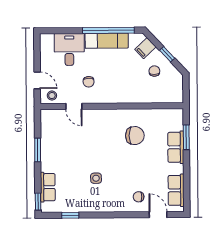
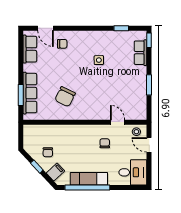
desk: (69, 49) -> (133, 172), moved, turned -90
chair: (135, 136) -> (65, 97), turned -64
row of seats: (176, 147) -> (30, 93), width x1.48

